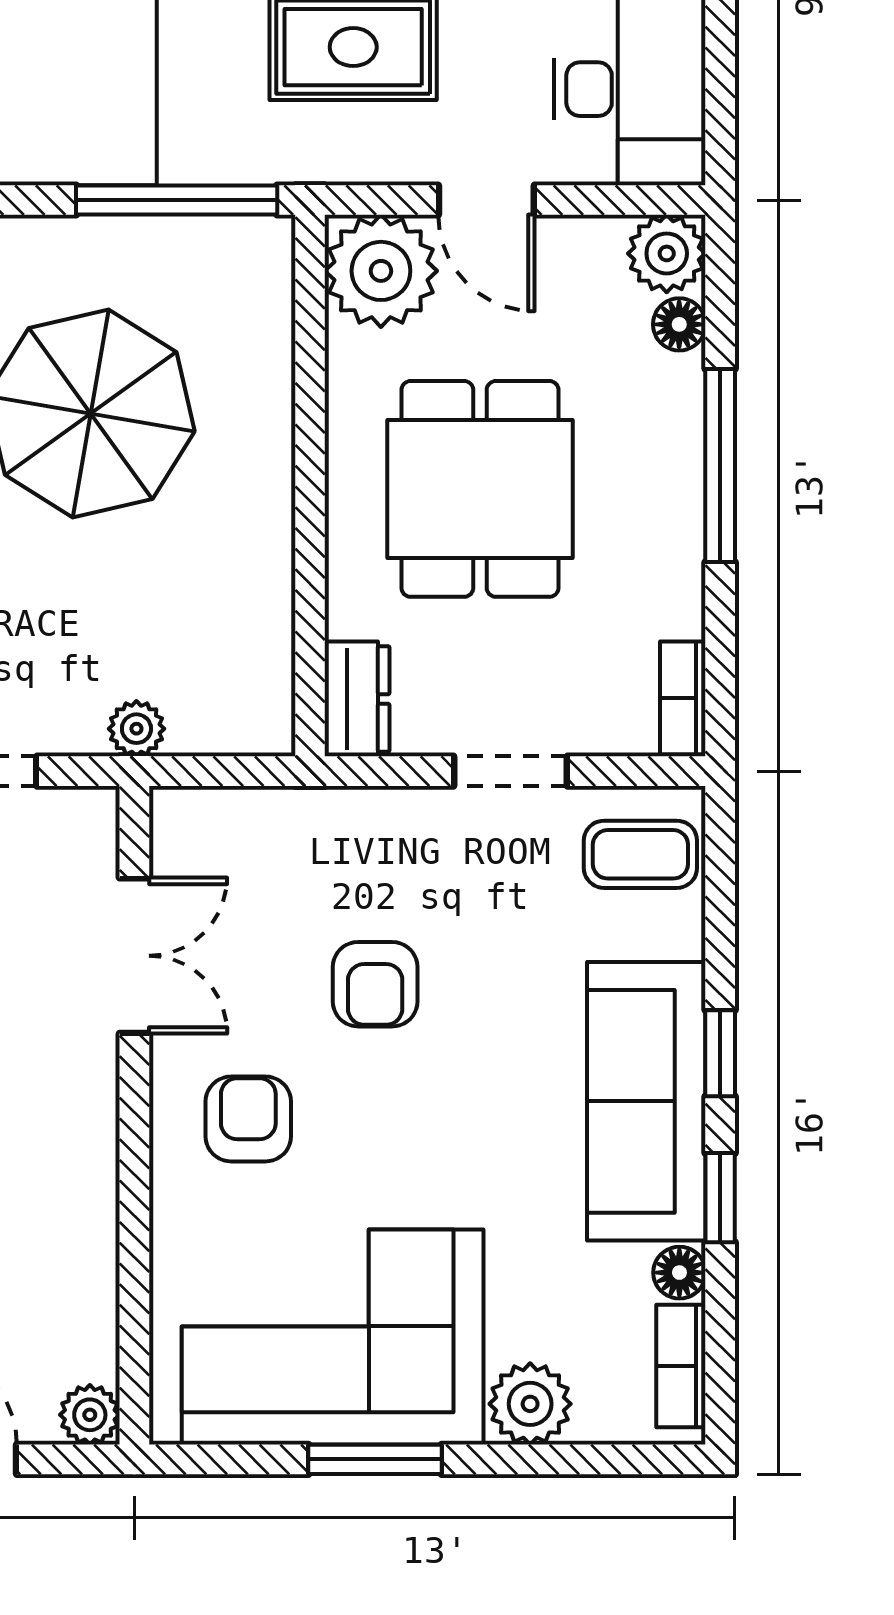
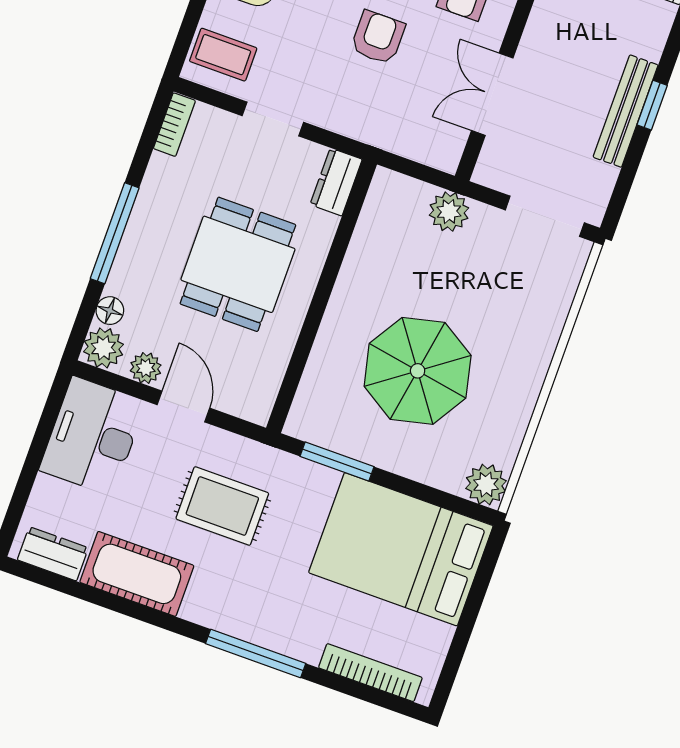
window: (177, 200) -> (337, 461), width x0.69
plant: (381, 271) -> (146, 368), moved, width x0.53, depth x0.53
plant: (136, 729) -> (449, 212), width x1.38, depth x1.38

